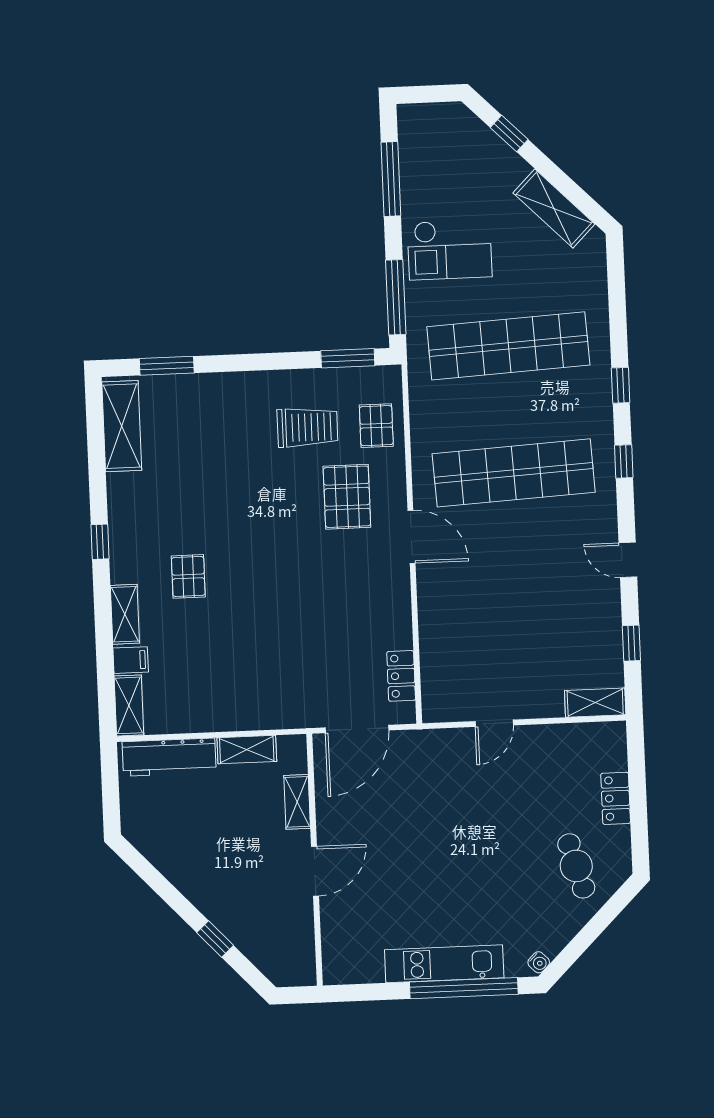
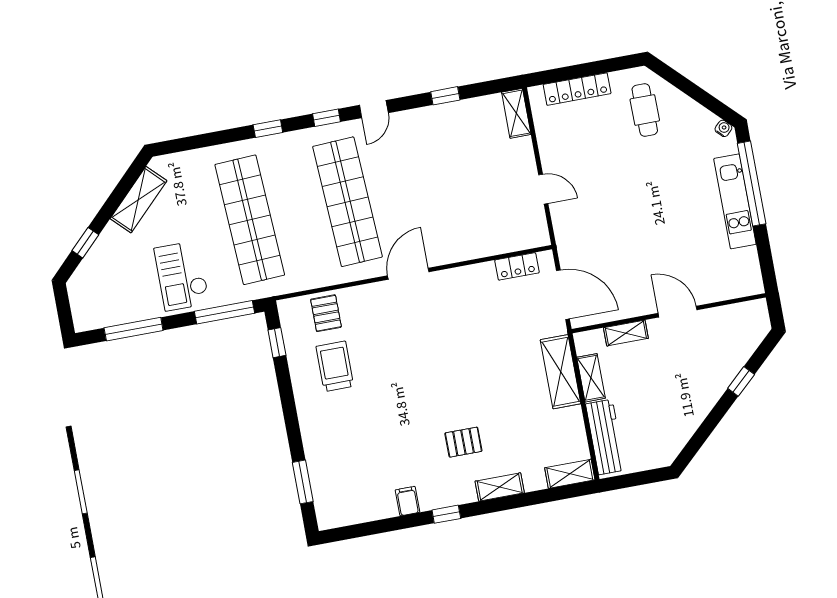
checkout: (450, 250) -> (182, 276), turned 180
window: (348, 358) -> (277, 343), width x0.67
shelving: (122, 426) -> (561, 372), moved, turned 90
pallet: (376, 426) -> (326, 313), turned 90
pallet: (347, 497) -> (384, 328), removed
door: (628, 560) -> (374, 109), moved
window: (631, 643) -> (445, 96), moved
filing cabinet: (131, 660) -> (408, 501), moved
locker: (616, 798) -> (577, 89), width x1.53
cafe table: (576, 866) -> (645, 110), turned -74

